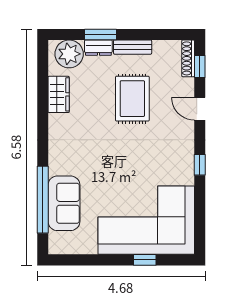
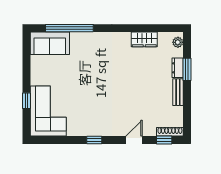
plant: (69, 54) -> (178, 42), width x0.53, depth x0.53
rug: (132, 99) -> (141, 92), removed
sofa: (64, 203) -> (50, 43), moved
corner sofa: (146, 220) -> (48, 111), width x0.73, depth x0.74

